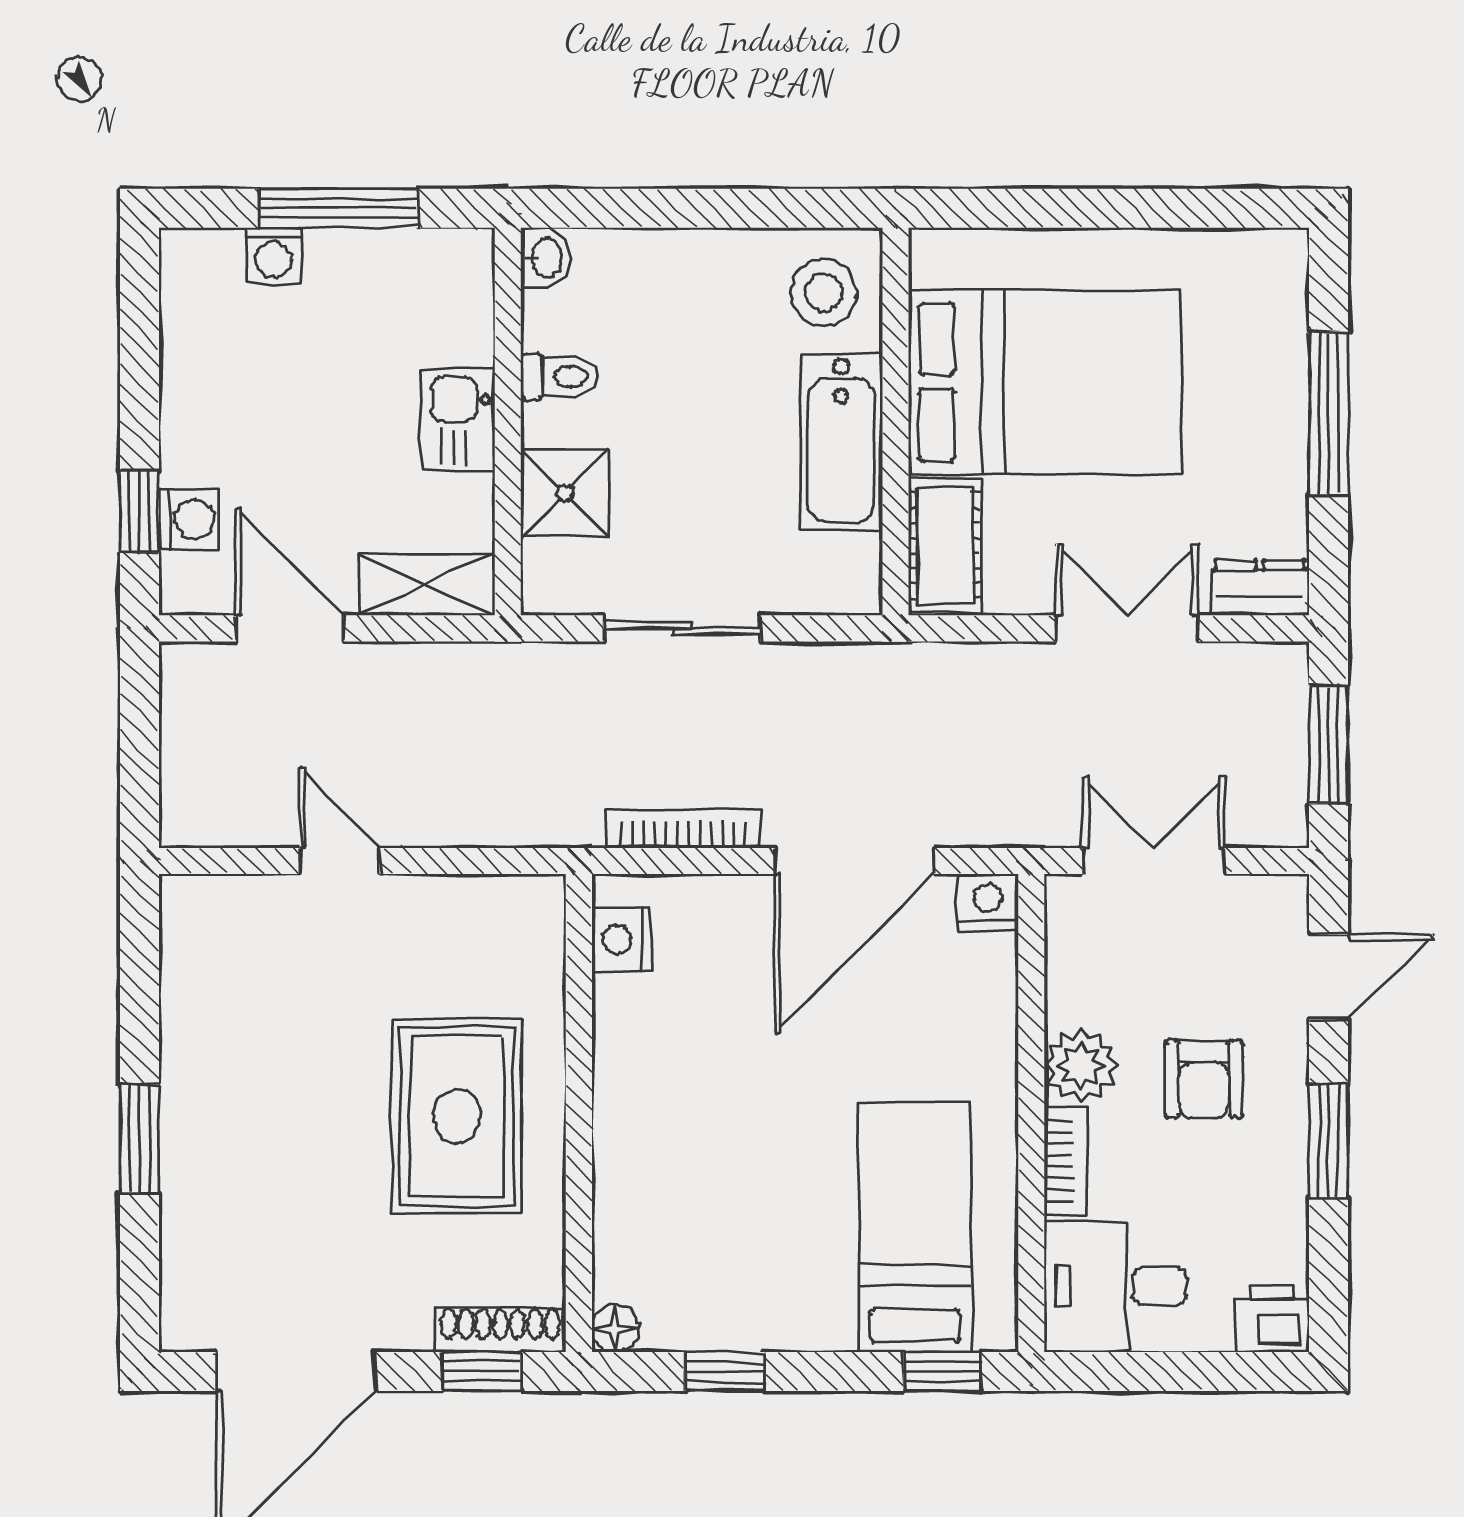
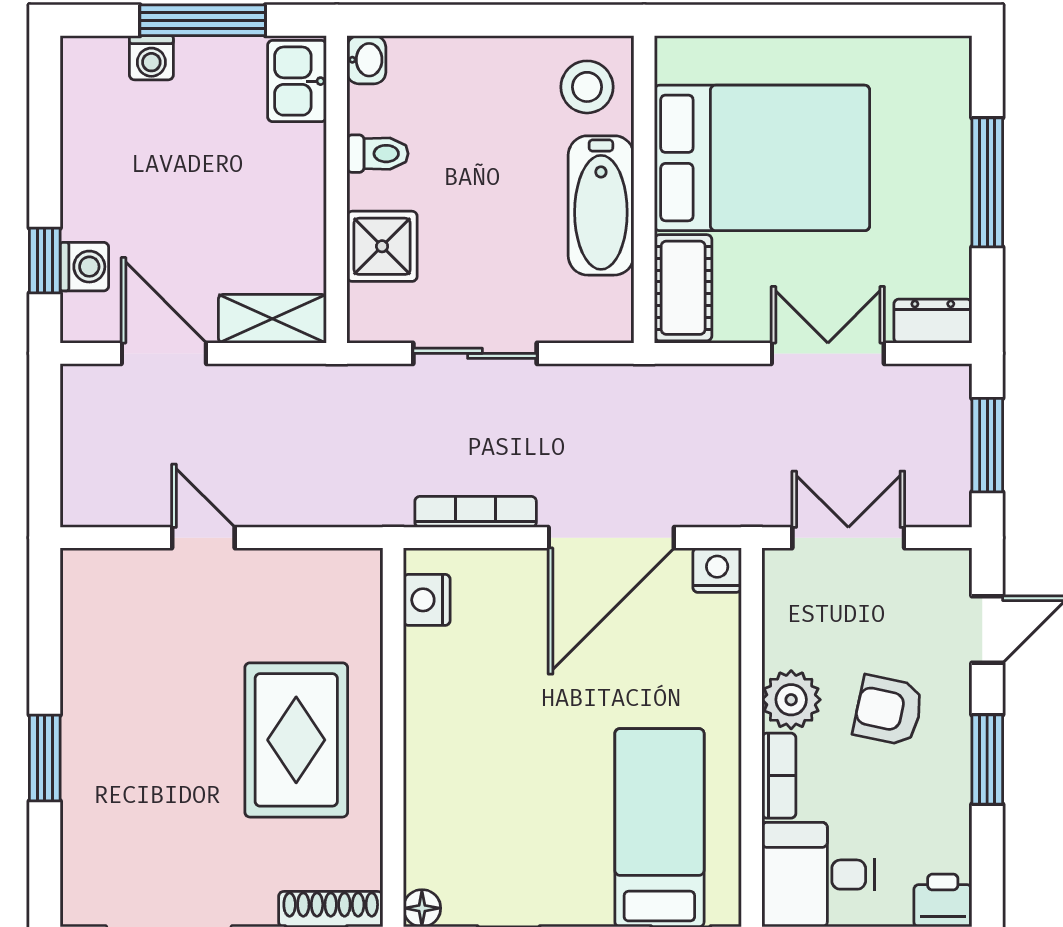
kitchen sink: (458, 420) -> (297, 81), moved
armchair: (1204, 1079) -> (888, 710), turned 102

